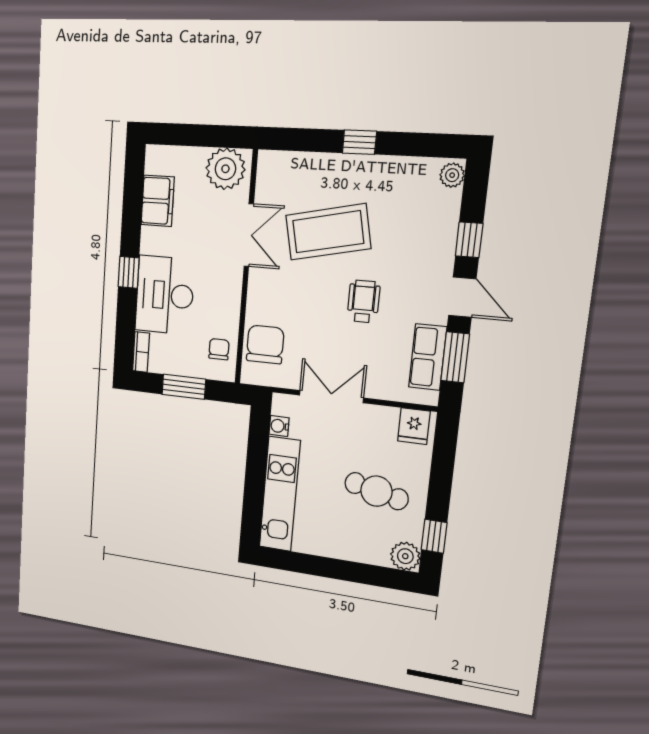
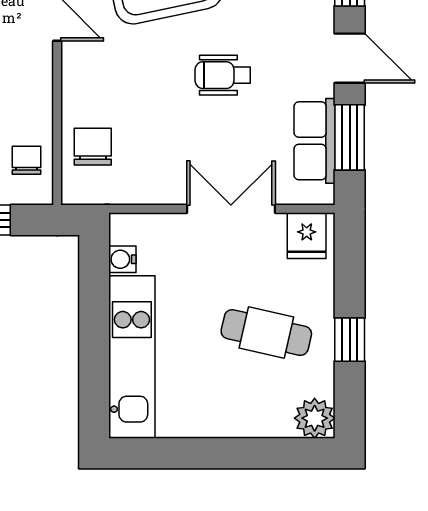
wheelchair: (364, 301) -> (223, 75), turned -90
chair: (265, 344) -> (93, 147), width x0.73, depth x0.73
double door: (331, 397) -> (231, 209), moved
window: (434, 536) -> (350, 340), moved

